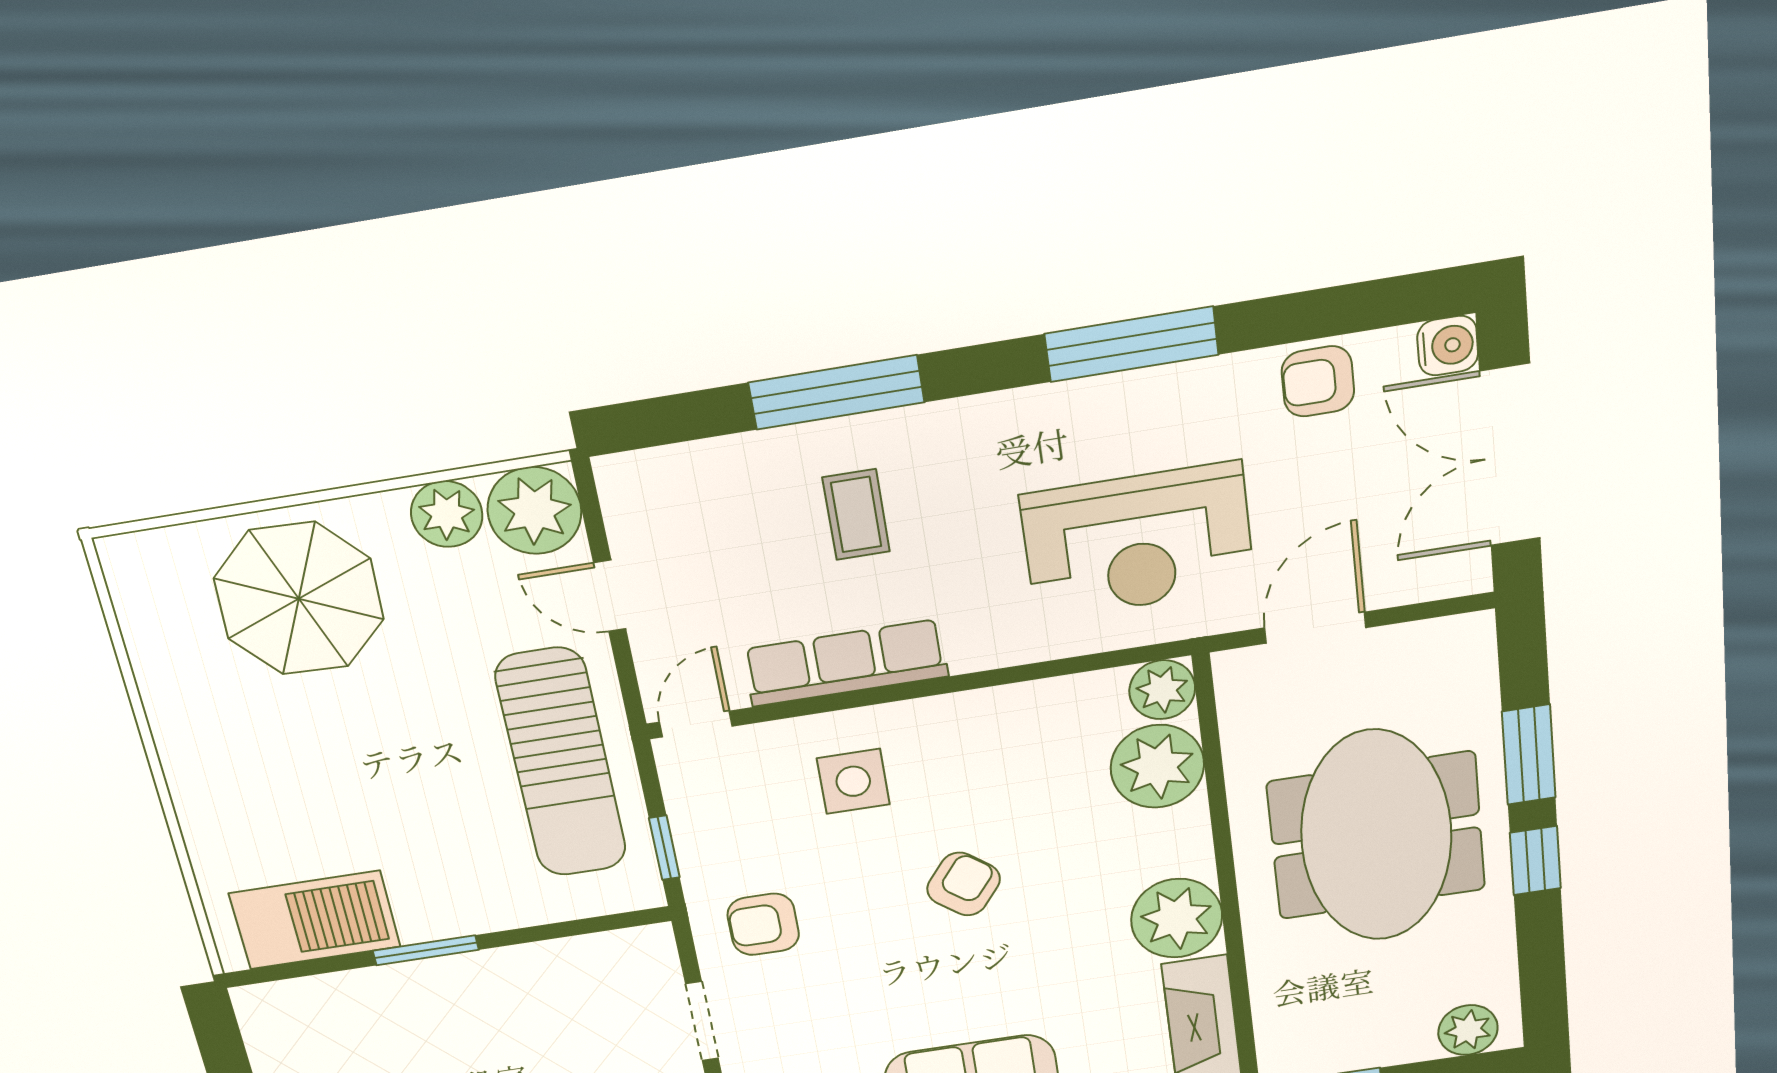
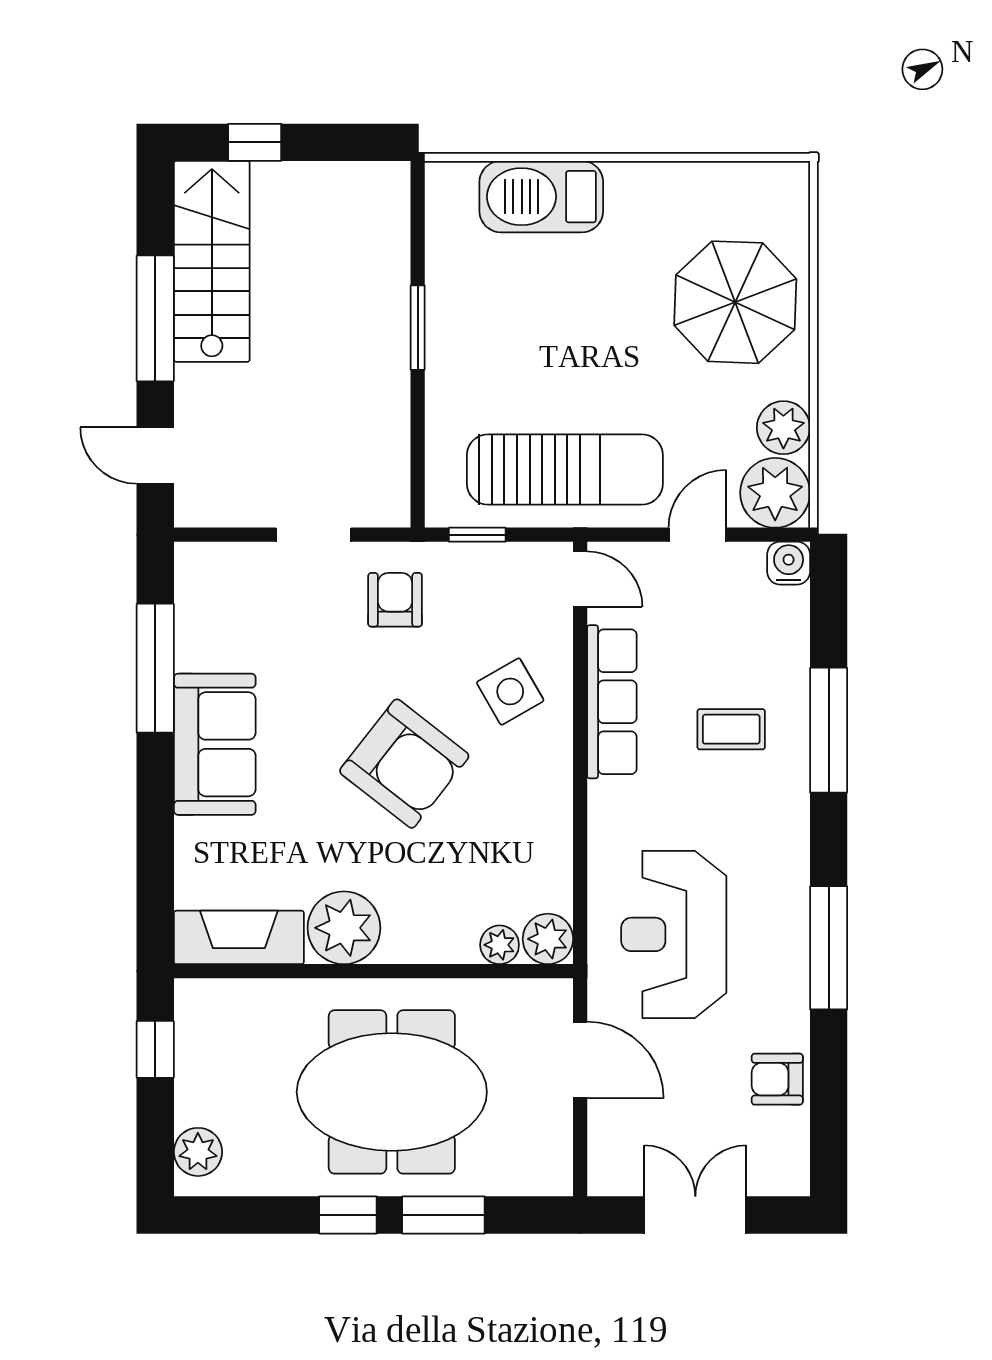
water cooler: (1448, 346) -> (789, 563), moved, turned 180
armchair: (1318, 381) -> (777, 1079), turned -90
double door: (1510, 456) -> (695, 1215), width x0.73
sun lounger: (561, 763) -> (565, 469), turned 180
plant: (1157, 766) -> (500, 945), width x0.53, depth x0.53
side table: (853, 781) -> (510, 691), turned -30
armchair: (964, 884) -> (404, 764), width x1.88, depth x1.88
barbecue: (315, 920) -> (541, 197), moved, turned 90

